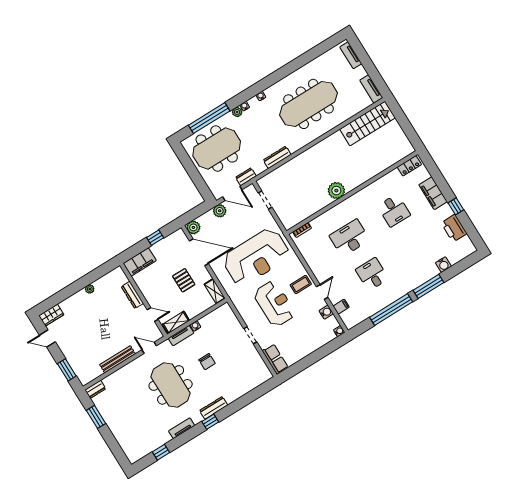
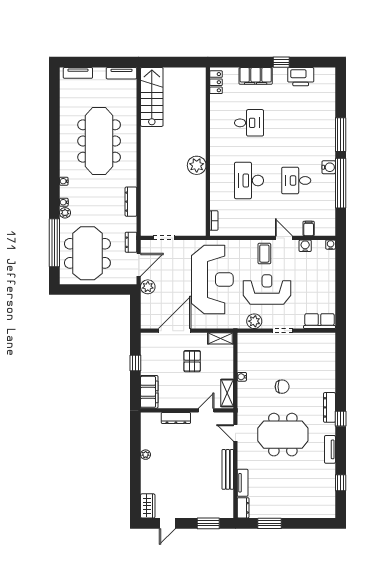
plant: (193, 227) -> (254, 321), moved
water cooler: (443, 265) -> (329, 167), moved
pallet: (184, 280) -> (192, 361), turned 90
tv unit: (181, 336) -> (243, 483), moved
door: (149, 348) -> (235, 433), hinge flipped

